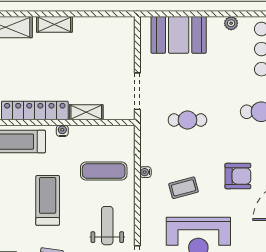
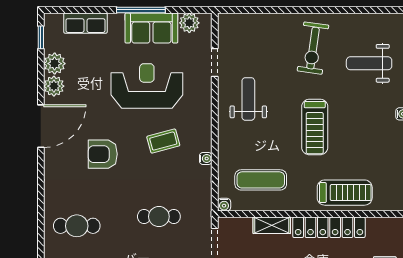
water cooler: (62, 131) -> (224, 205), moved
exercise mat: (104, 171) -> (261, 180), moved
weight bench: (107, 226) -> (248, 99), turned 180

